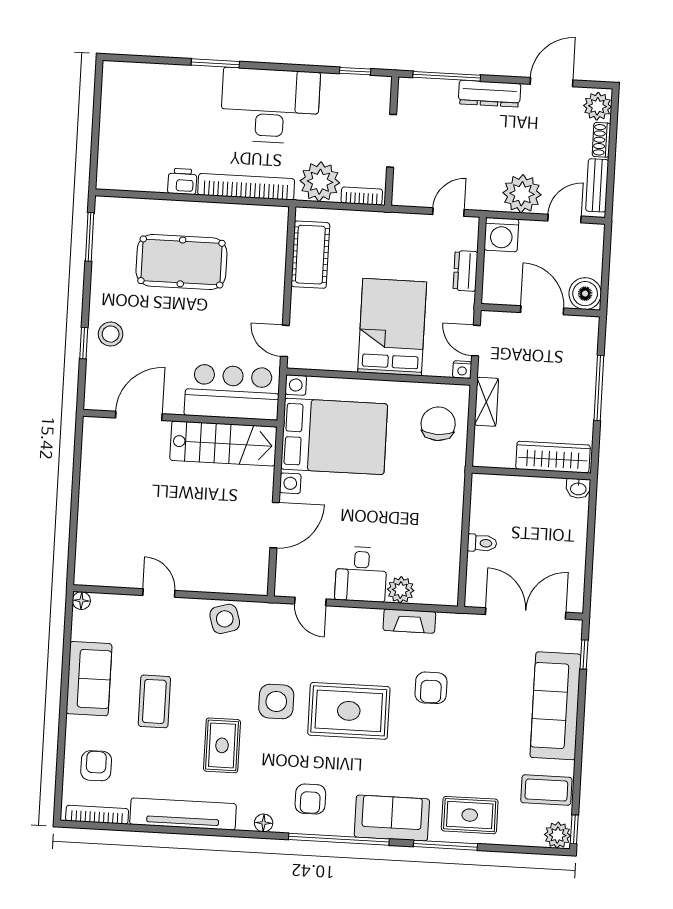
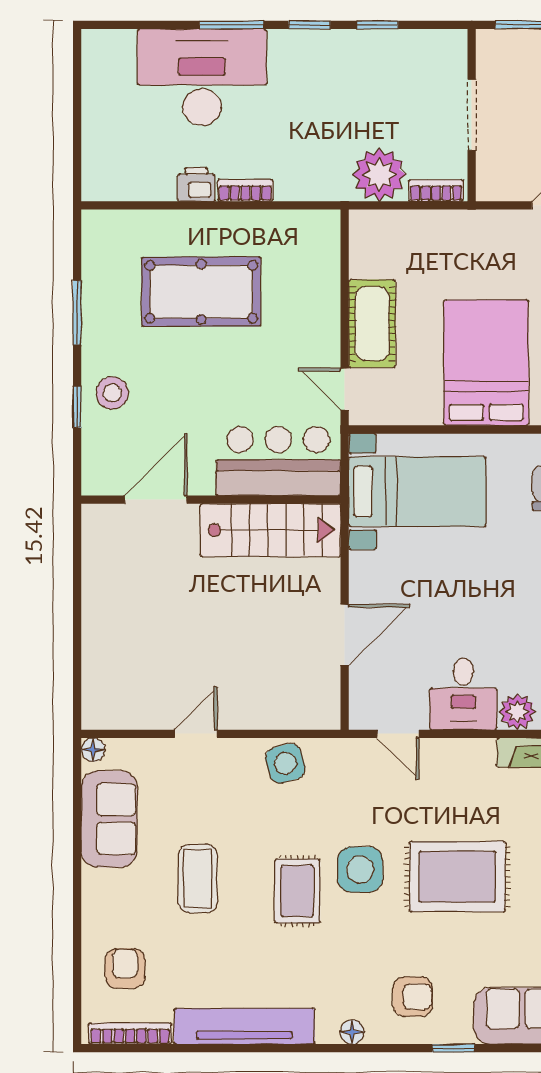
window: (274, 67) -> (309, 25), added
window: (355, 71) -> (378, 25), moved
desk: (270, 106) -> (202, 77), moved
bookcase: (246, 187) -> (245, 190), width x0.43, depth x0.76
window: (90, 237) -> (77, 313), moved
cot: (310, 255) -> (372, 324), moved
bed with nightstands: (334, 436) -> (417, 492), width x0.73
door: (159, 593) -> (196, 734), hinge flipped
sofa: (89, 679) -> (109, 819), moved
rug: (222, 745) -> (297, 891), moved
armchair: (310, 799) -> (413, 997), turned -90
window: (339, 839) -> (453, 1048), width x0.32

